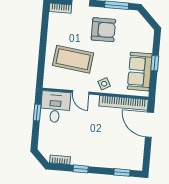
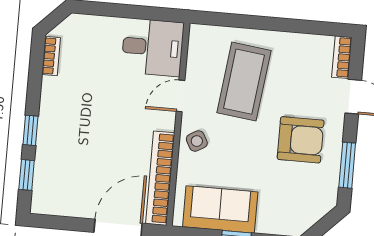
armchair: (103, 30) -> (301, 140), turned -90
window: (37, 113) -> (142, 12), removed
window: (81, 169) -> (30, 130), moved

